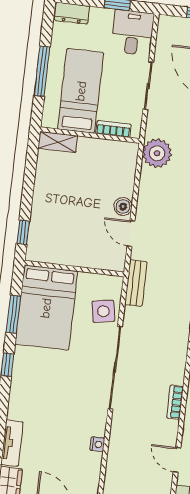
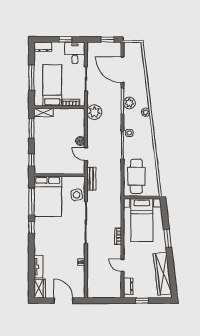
window: (30, 171) -> (32, 128), added
window: (13, 314) -> (32, 202), width x1.44

